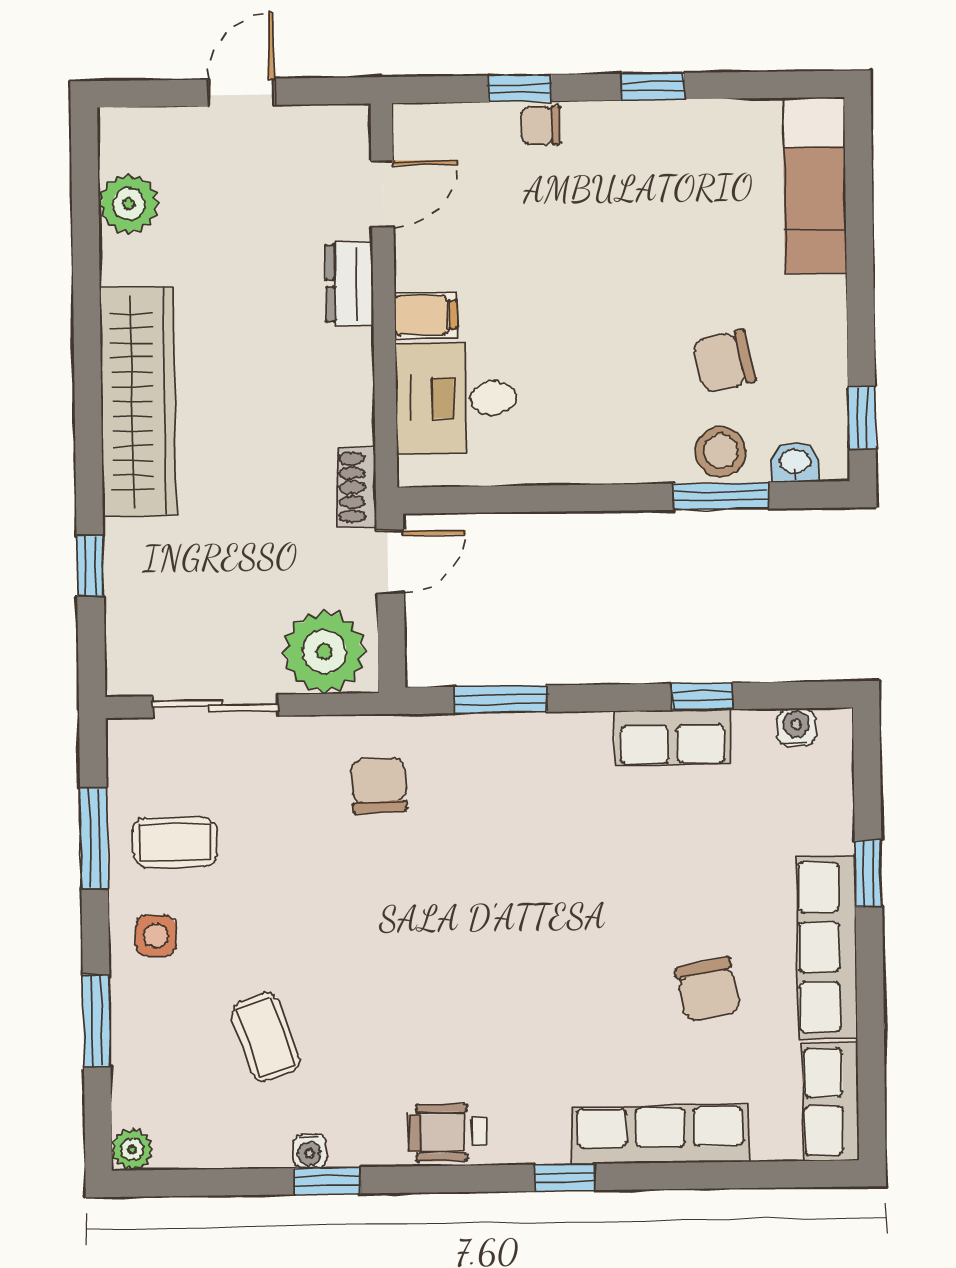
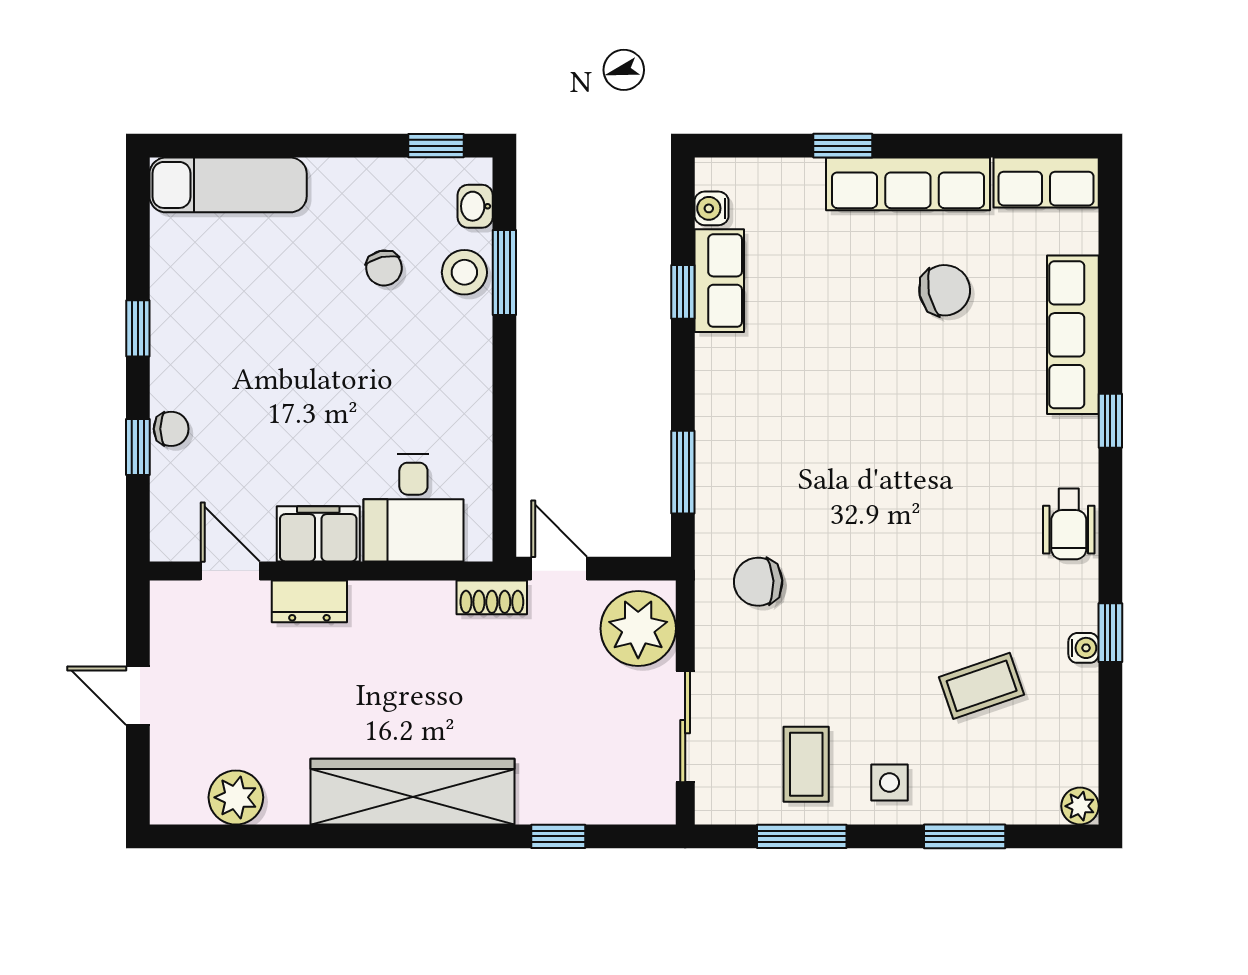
chair: (541, 125) -> (171, 429), turned -90
filing cabinet: (426, 315) -> (318, 534), width x2.00
chair: (724, 361) -> (384, 268), width x0.73, depth x0.73
row of seats: (673, 738) -> (719, 281), moved

